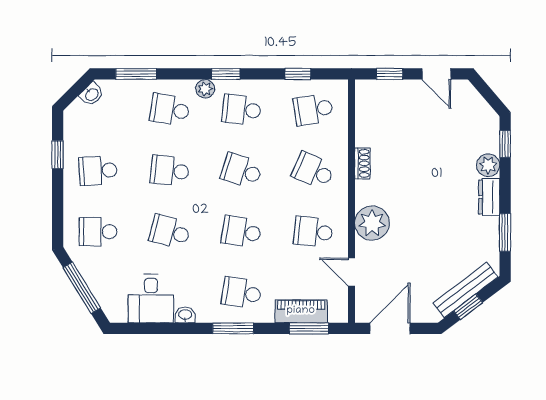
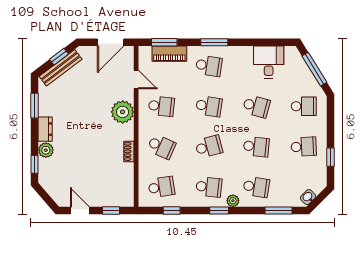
school desk: (242, 171) -> (209, 147), turned -33
washbasin: (185, 315) -> (246, 51), removed

